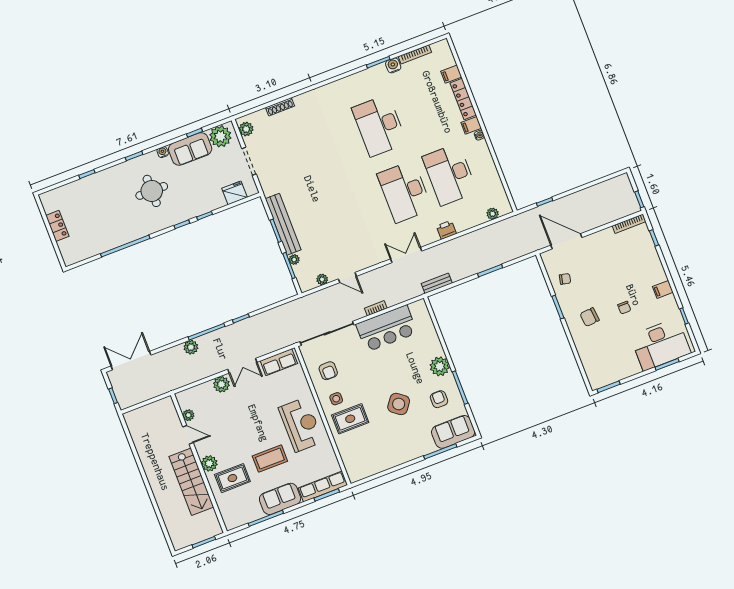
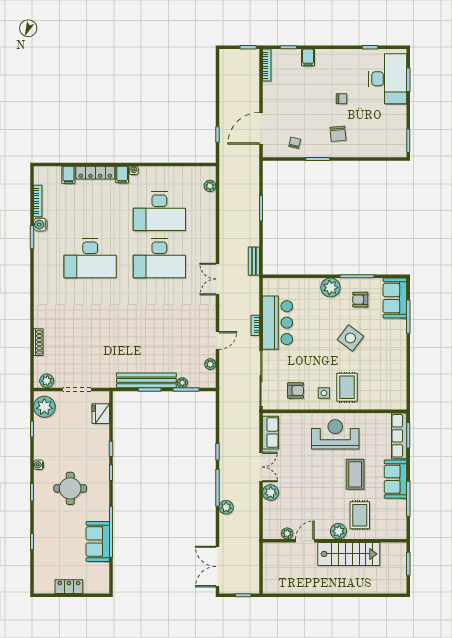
sofa: (190, 149) -> (98, 541), moved, turned 180
printer: (446, 230) -> (209, 234), removed
filing cabinet: (663, 289) -> (308, 57), moved

